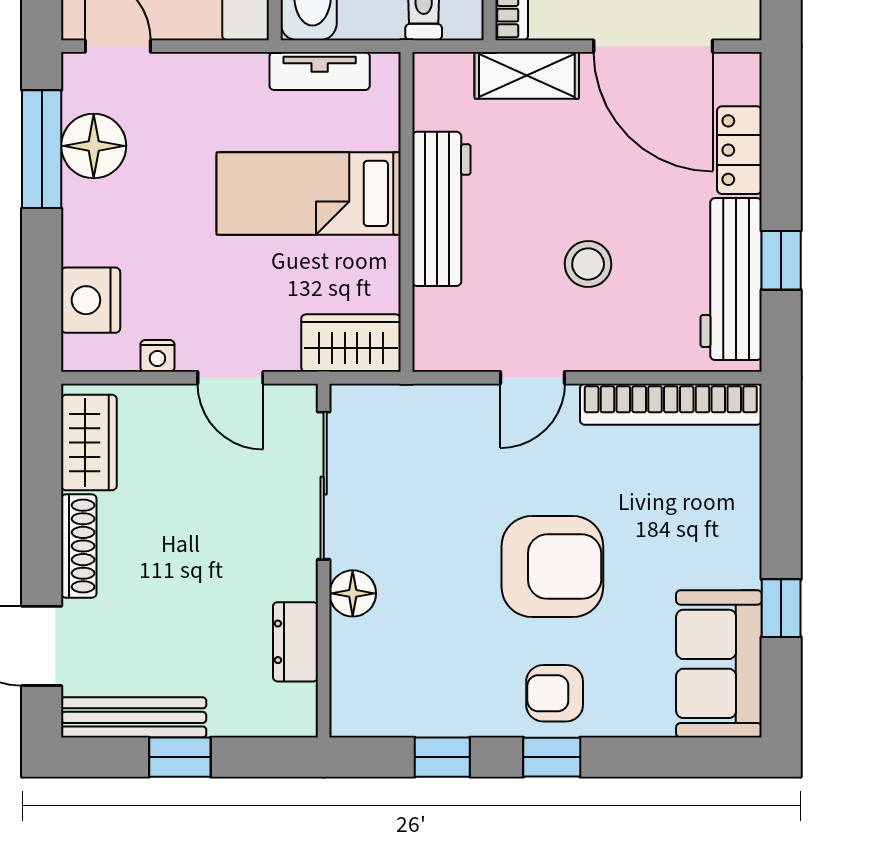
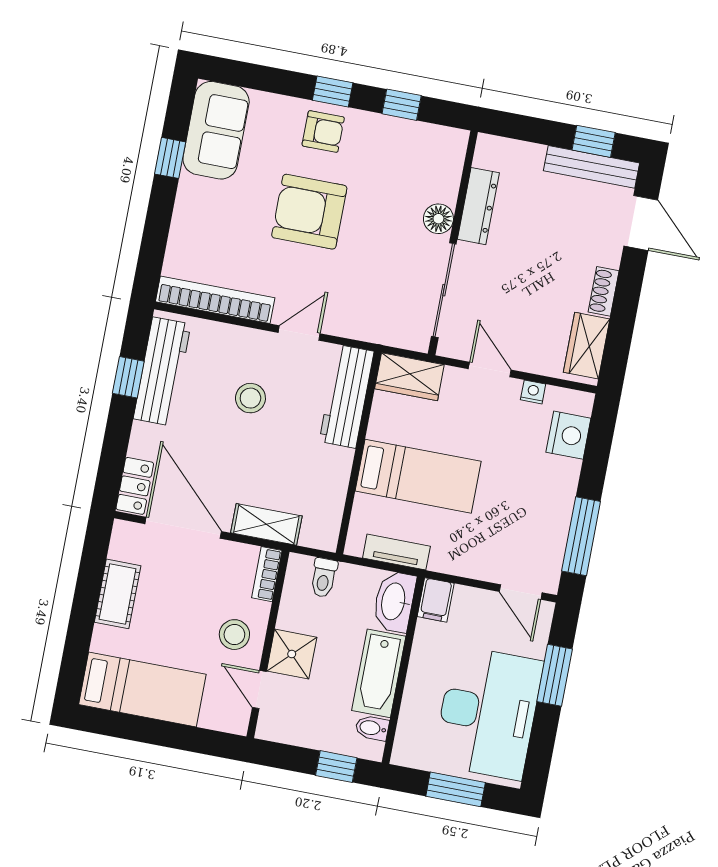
floor lamp: (94, 146) -> (548, 532), removed
locker: (739, 150) -> (135, 486), moved
workbench: (441, 209) -> (347, 396), moved
shoe rack: (79, 546) -> (604, 291), width x0.70
dresser: (295, 642) -> (478, 206), width x1.44
window: (180, 757) -> (594, 141), moved

